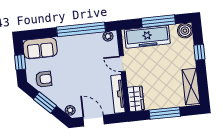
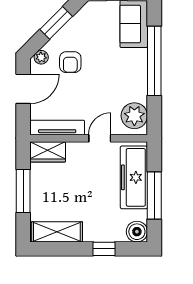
window: (81, 29) -> (154, 61), moved
plant: (108, 36) -> (134, 116), width x1.87, depth x1.87
armchair: (44, 79) -> (70, 62), moved

